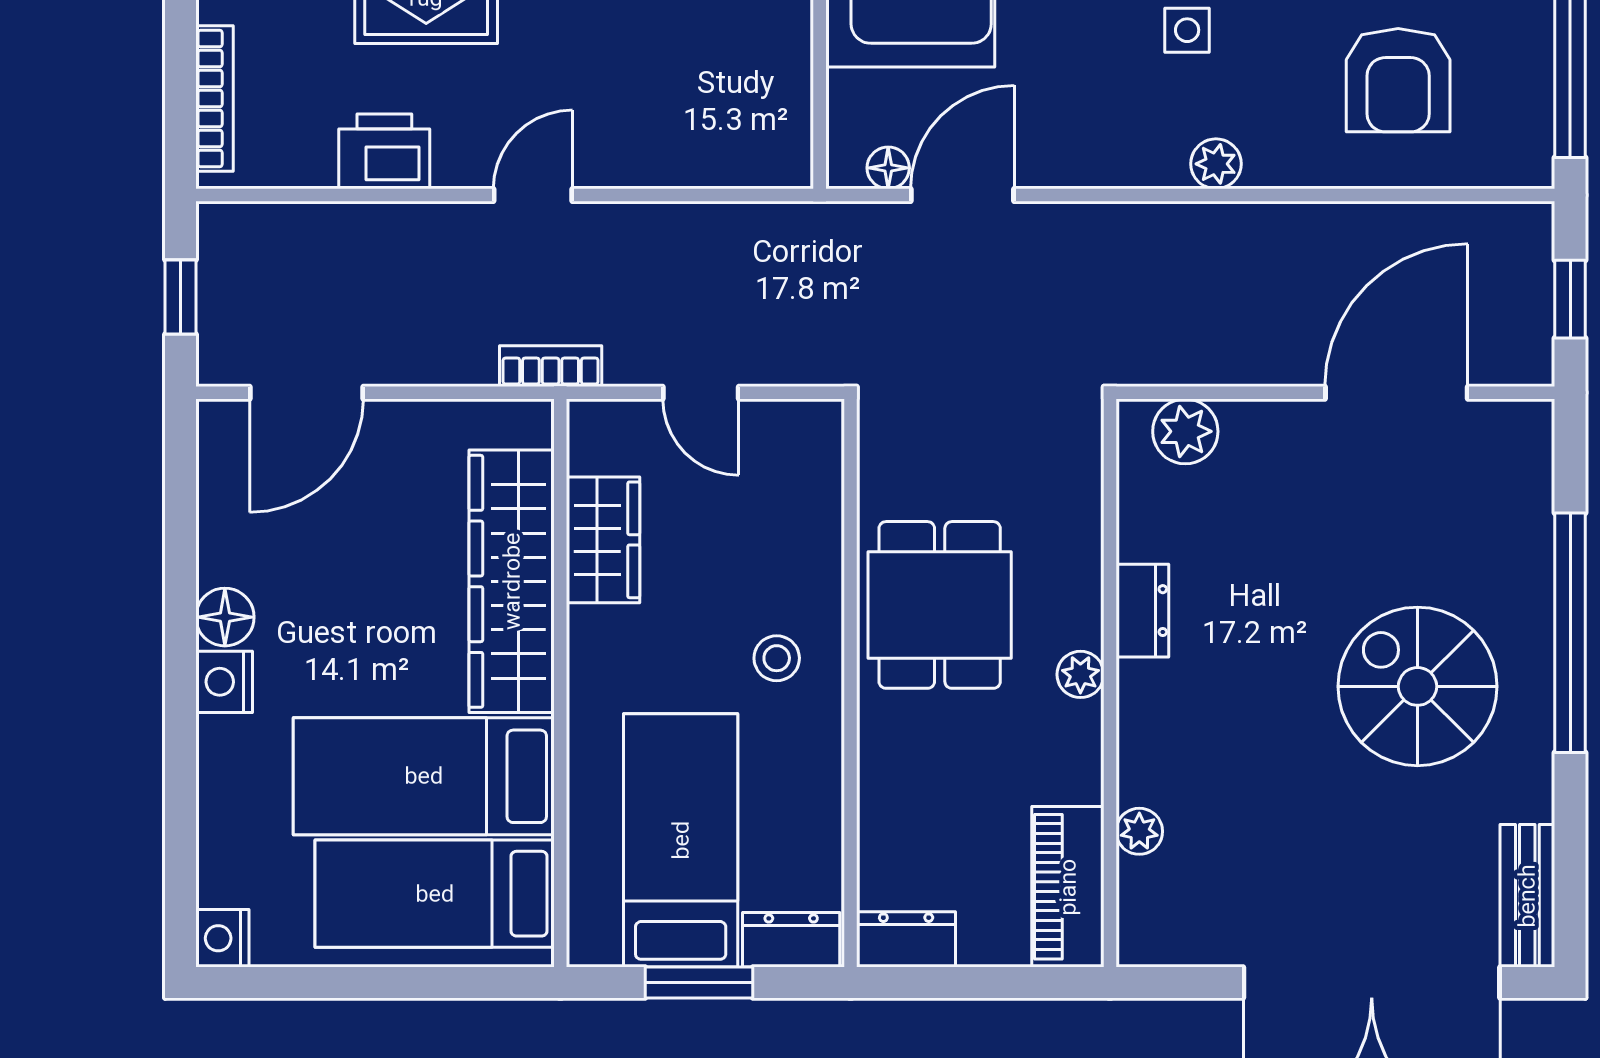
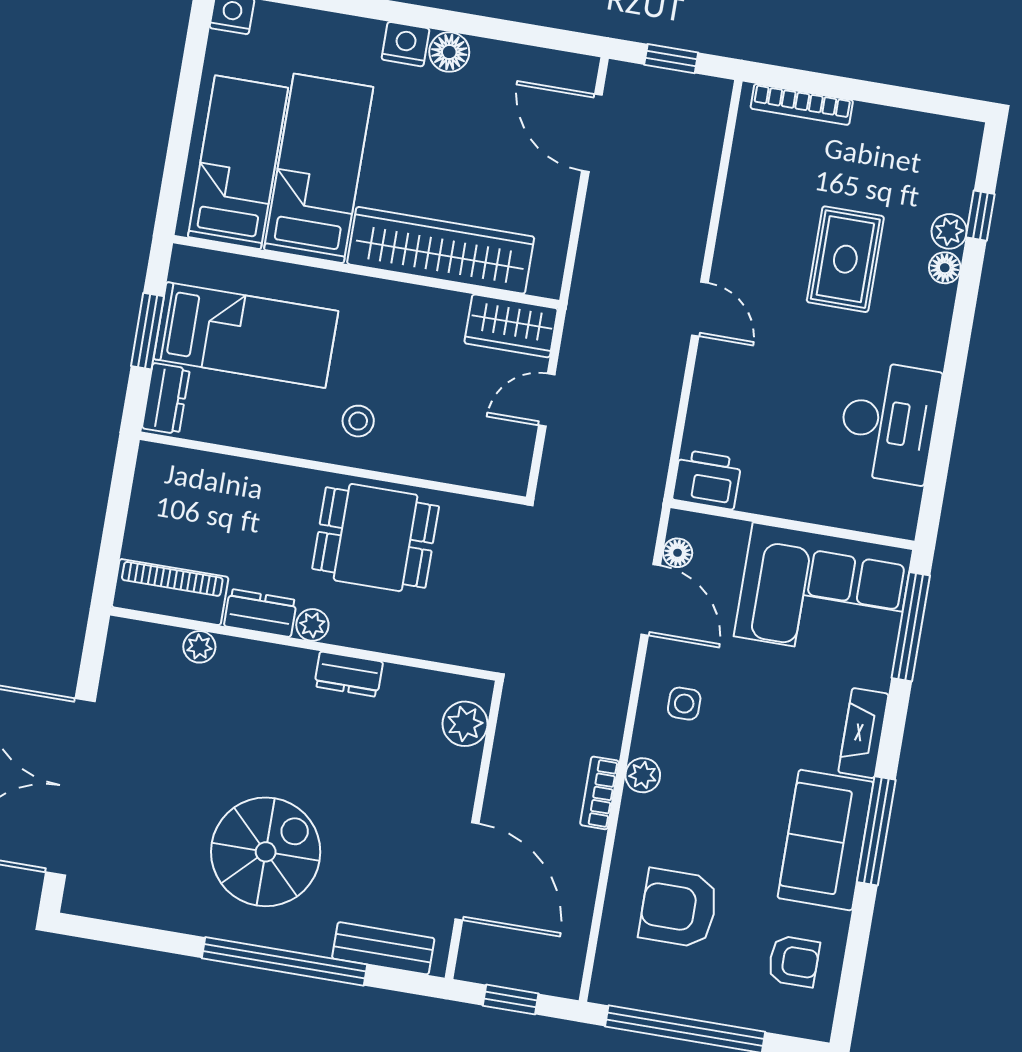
side table: (1187, 30) -> (684, 704), moved
printer: (384, 151) -> (707, 479), moved, turned -90
bookcase: (551, 366) -> (599, 793), moved, turned 180
wardrobe: (603, 540) -> (511, 326), moved
bench: (1527, 896) -> (383, 948), moved
dresser: (906, 939) -> (260, 613), moved, turned -90

